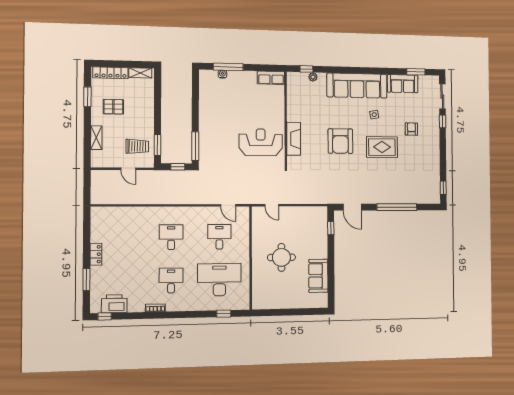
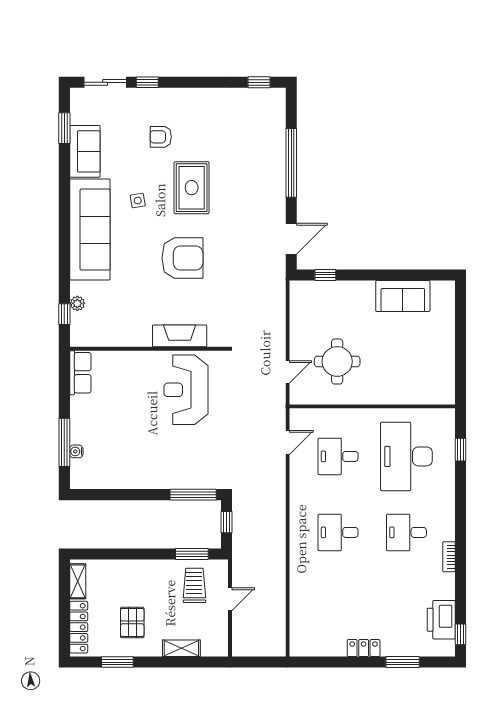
round table: (281, 257) -> (337, 361), moved

